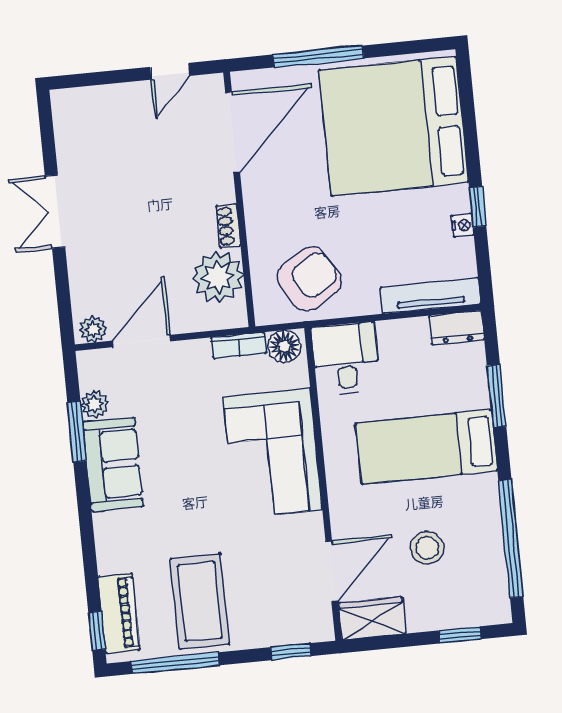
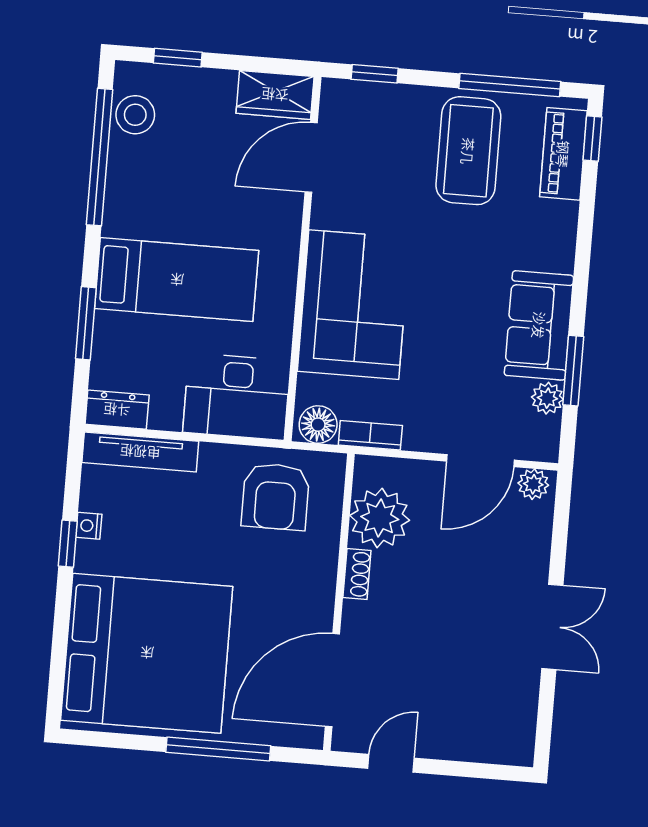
armchair: (309, 279) -> (275, 496), turned -58
desk: (346, 358) -> (237, 397), width x1.37
stool: (427, 548) -> (135, 115), moved

